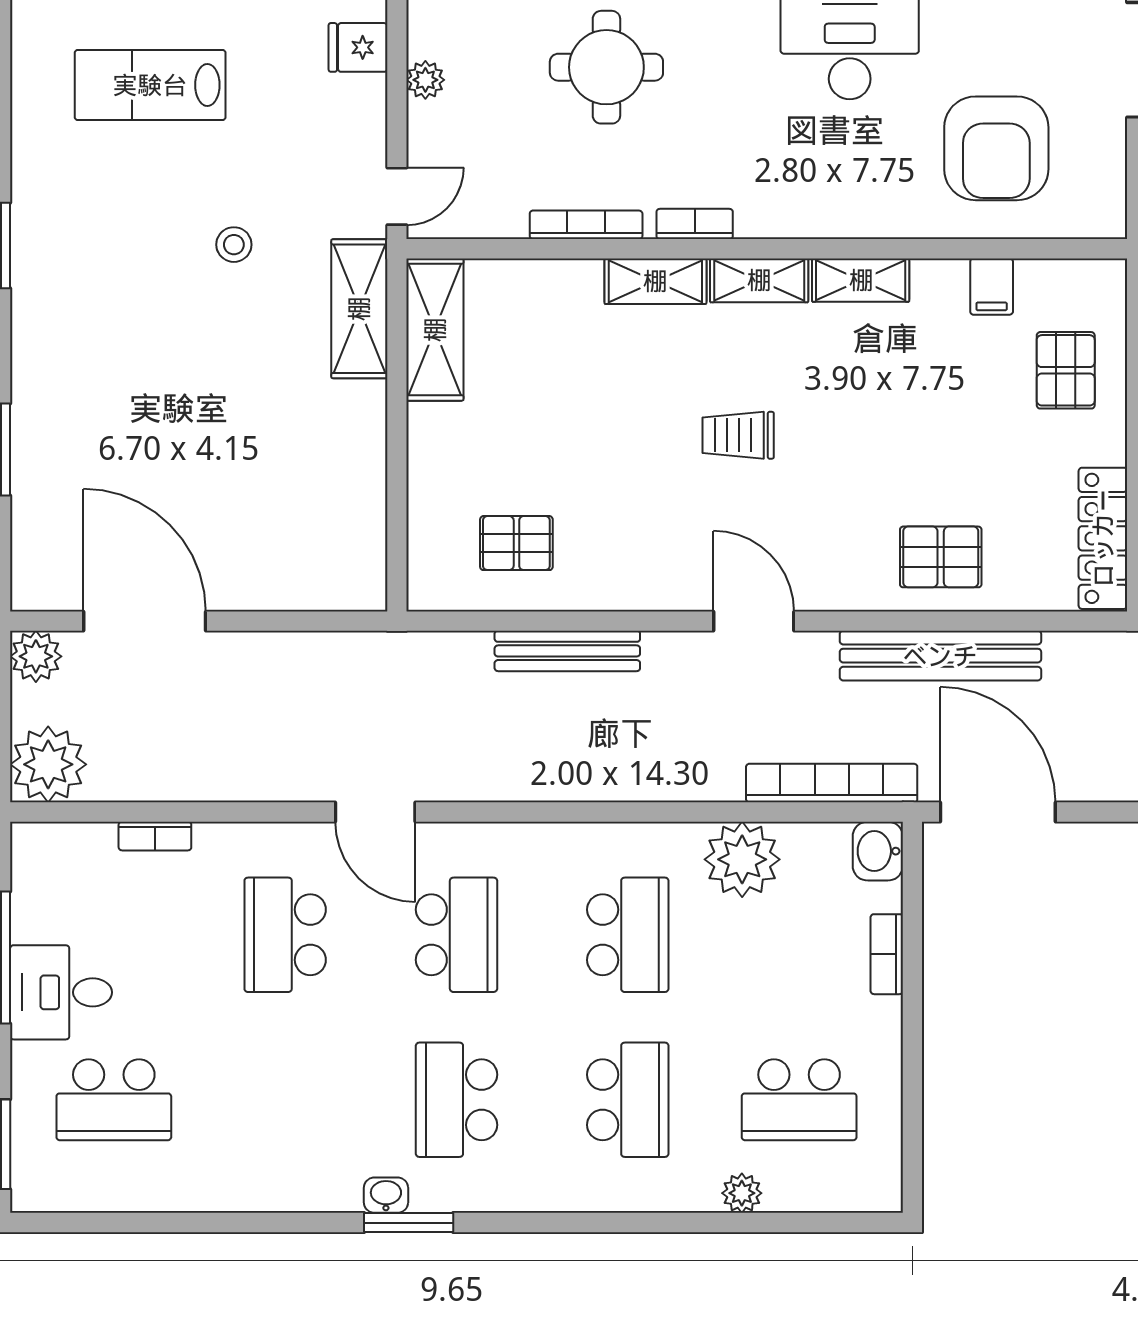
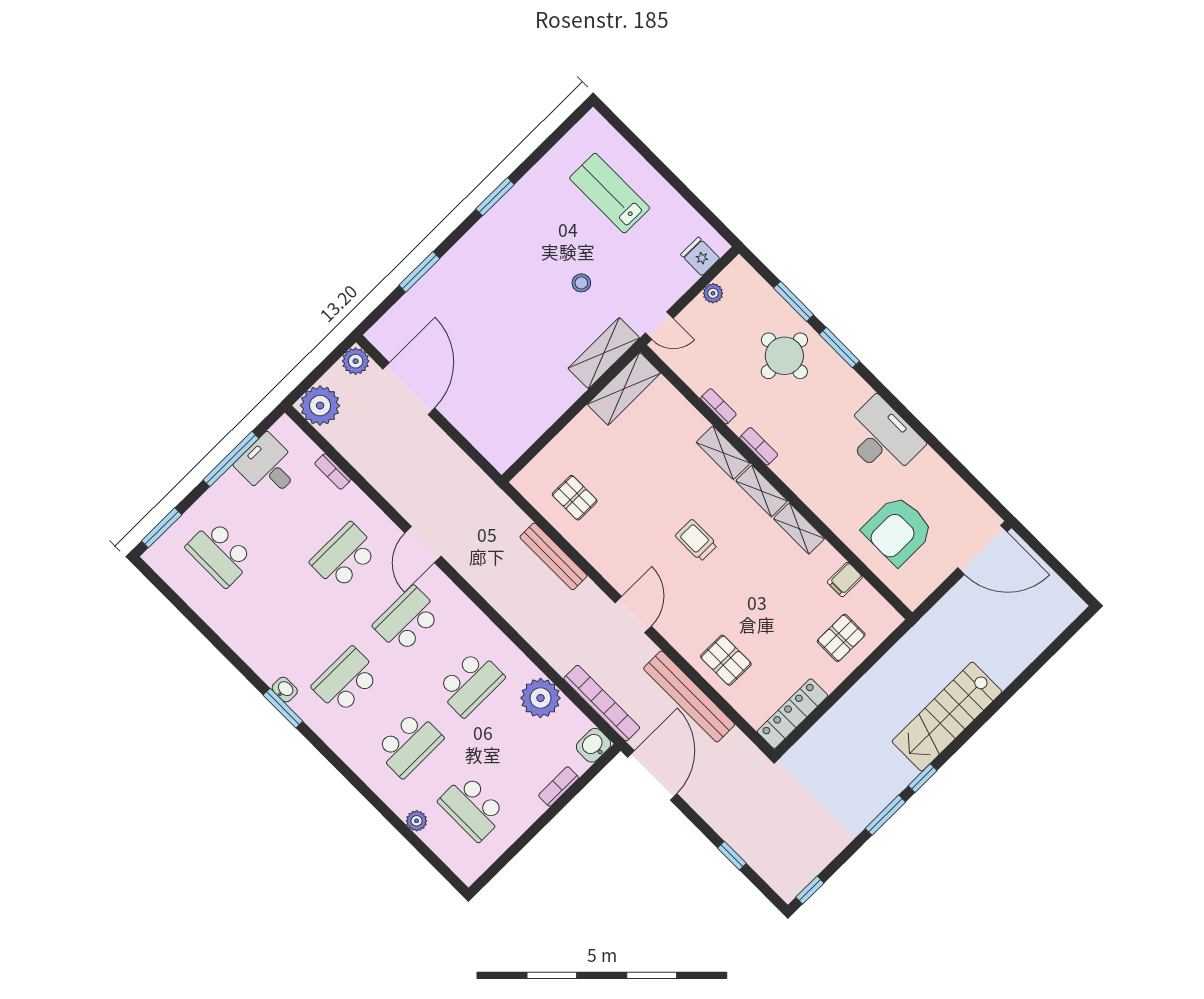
bookcase: (586, 225) -> (718, 406), width x0.64
school desk: (456, 935) -> (407, 620), turned 180
desk: (61, 992) -> (268, 466), moved

